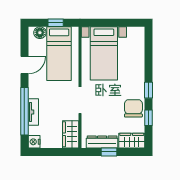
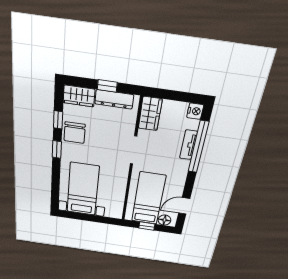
bed with nightstands: (104, 53) -> (83, 189), moved
door: (24, 65) -> (184, 206), moved

